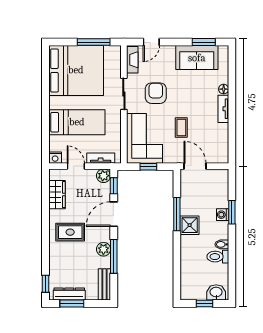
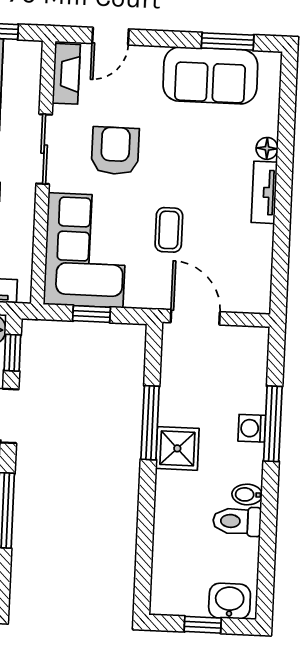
window: (232, 212) -> (273, 424), width x1.44

